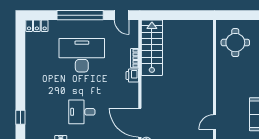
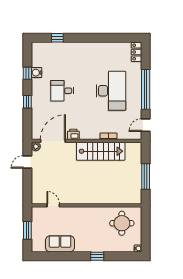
window: (181, 15) -> (146, 177), added
stairs: (152, 48) -> (101, 151), moved
printer: (132, 75) -> (73, 134), moved
desk: (82, 112) -> (62, 91), turned -90

